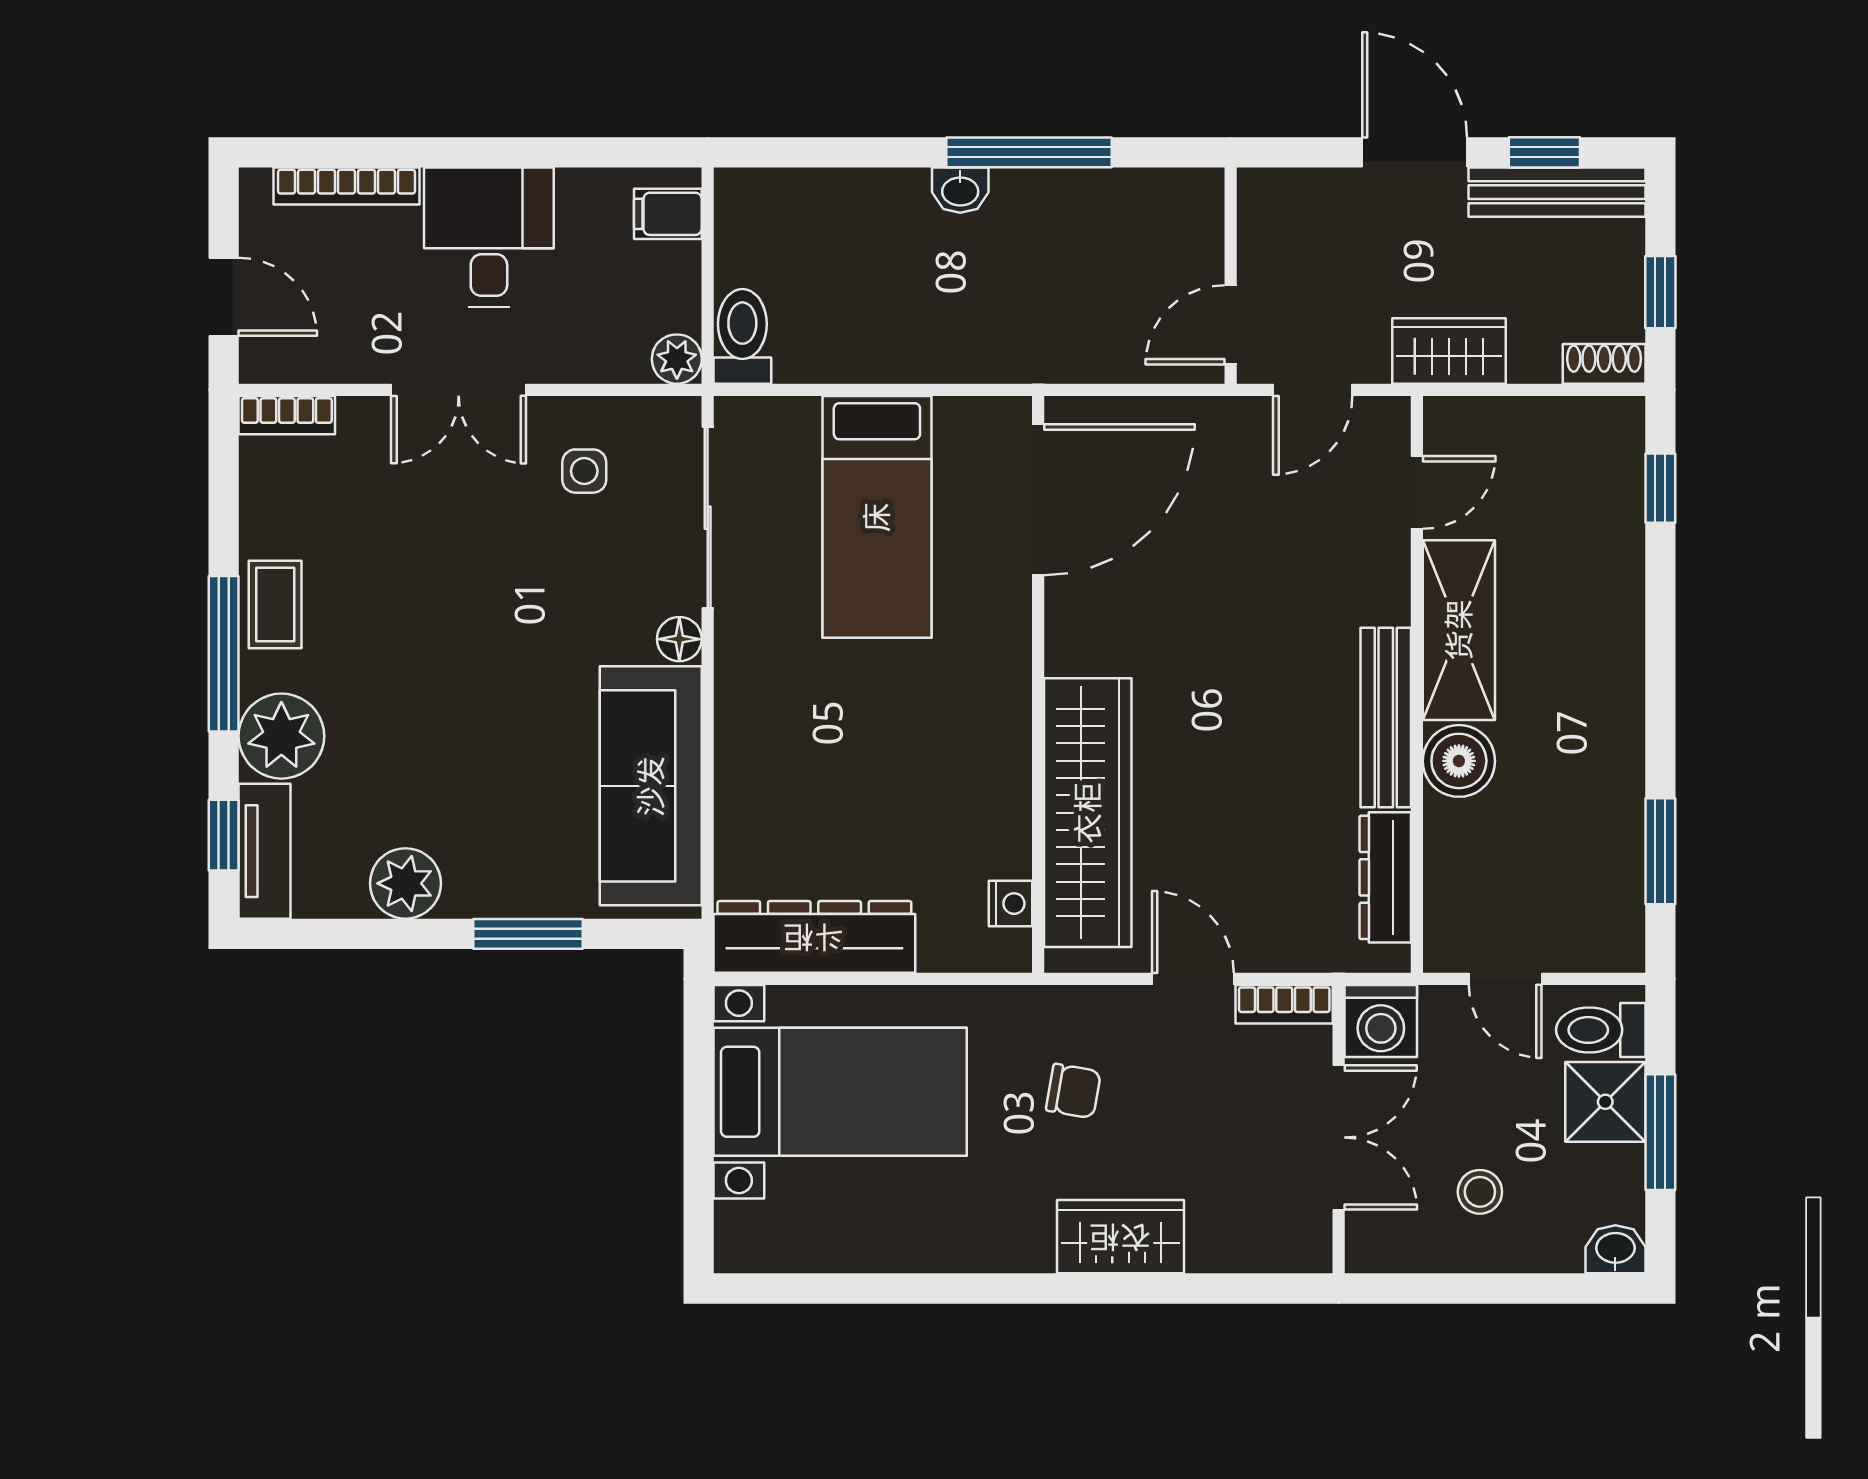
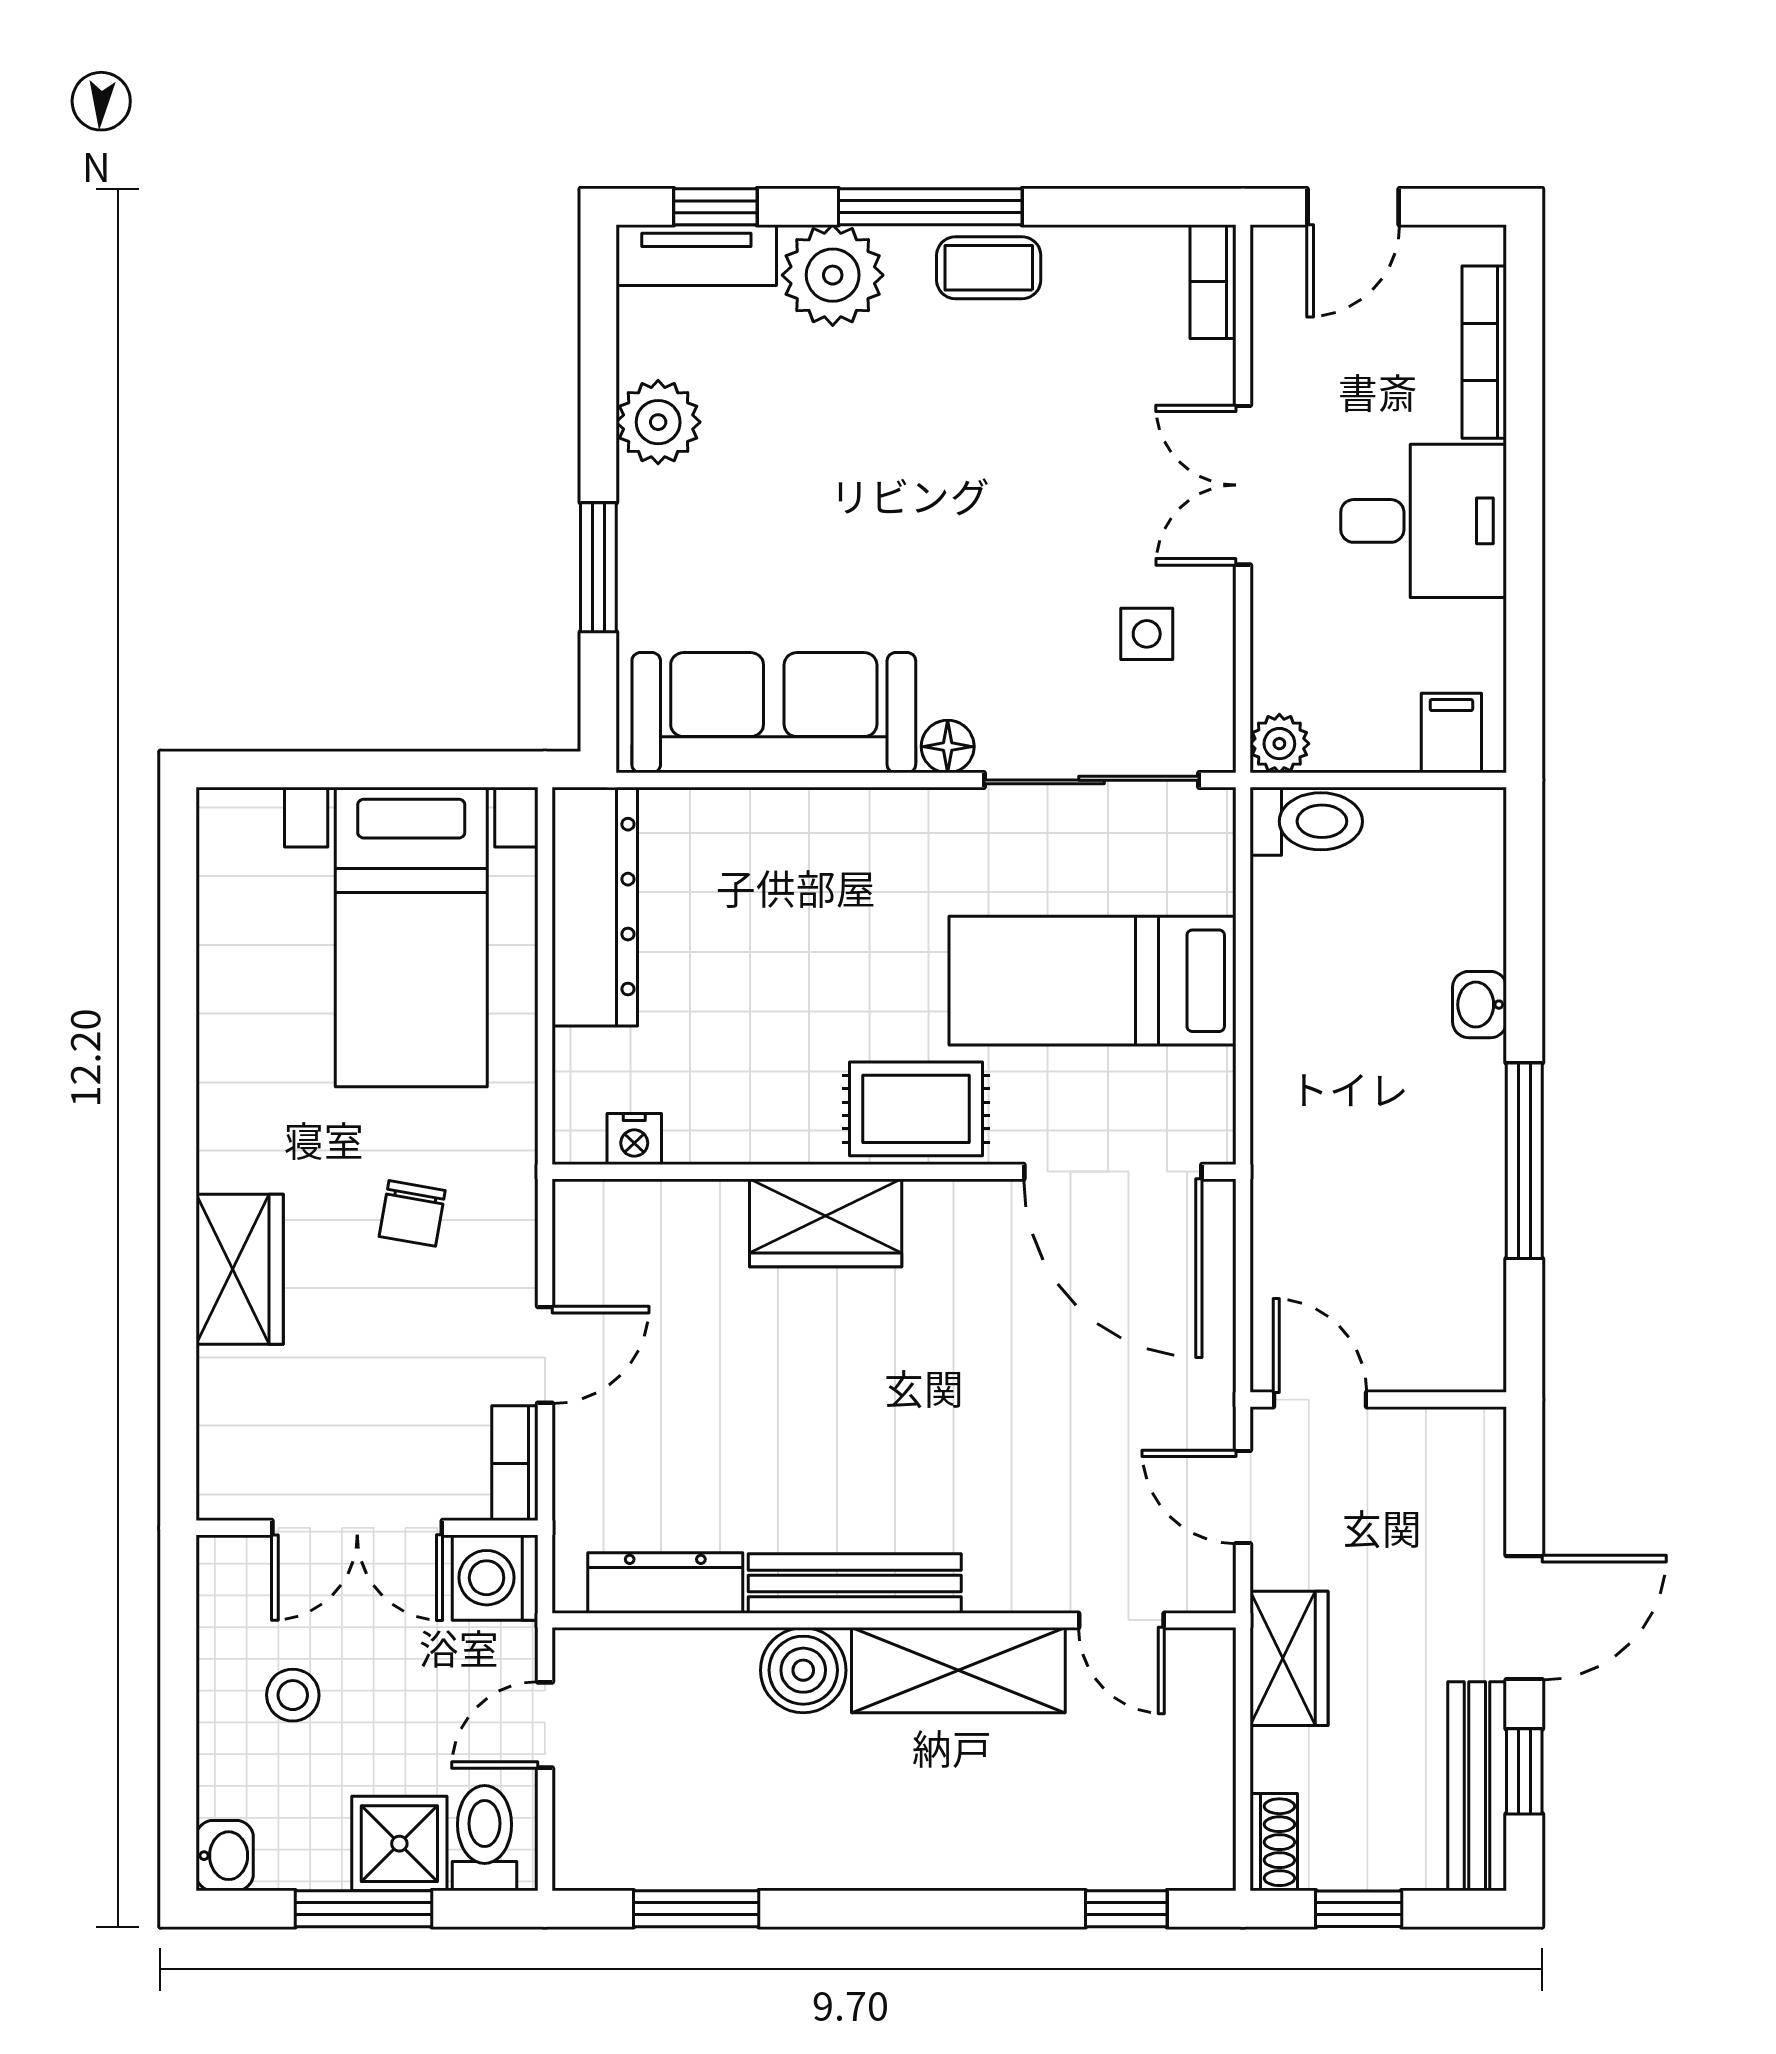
washbasin: (960, 190) -> (1480, 1005), moved
rug: (985, 666) -> (916, 1109), added
wardrobe: (1088, 813) -> (826, 1223), width x0.48, depth x0.85

